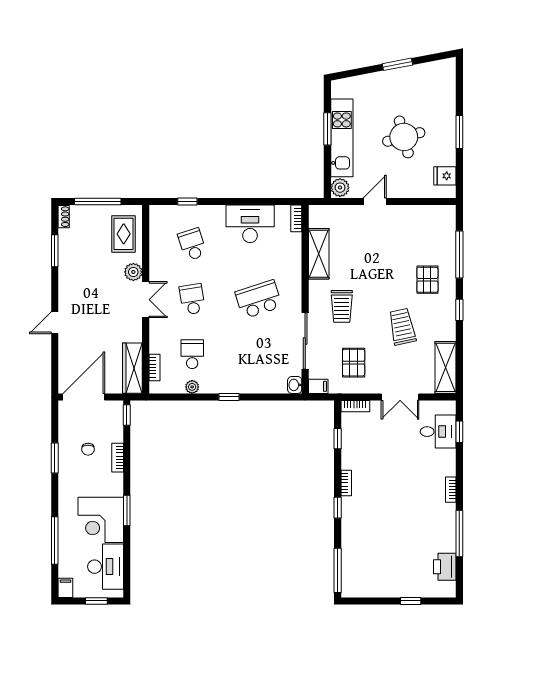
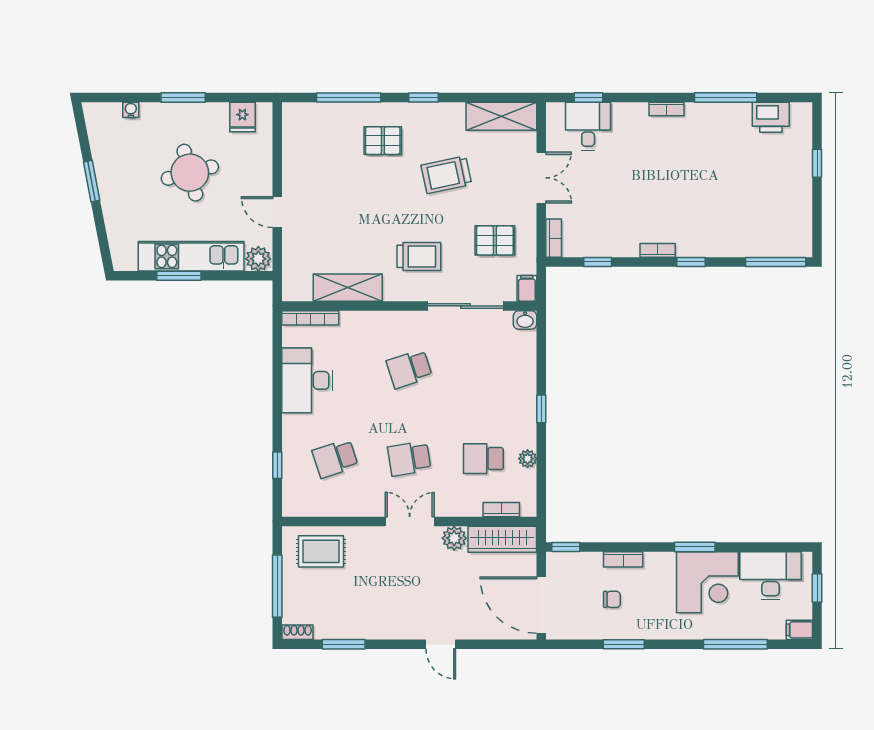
water cooler: (450, 93) -> (131, 110), added
bookcase: (296, 218) -> (310, 318), width x1.56
plant: (133, 272) -> (454, 538), moved
school desk: (259, 299) -> (409, 369), width x0.54

